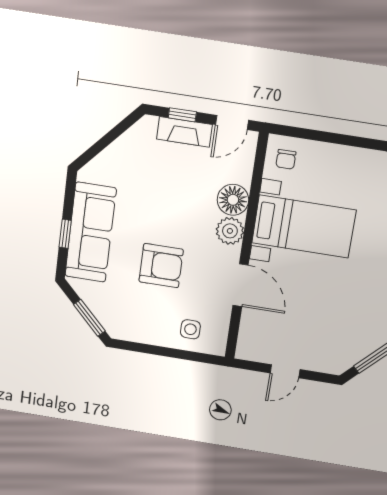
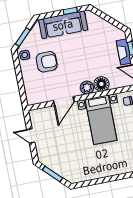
window: (65, 234) -> (70, 11), moved
armchair: (161, 266) -> (47, 62), moved, turned -90
side table: (190, 329) -> (25, 55), moved

